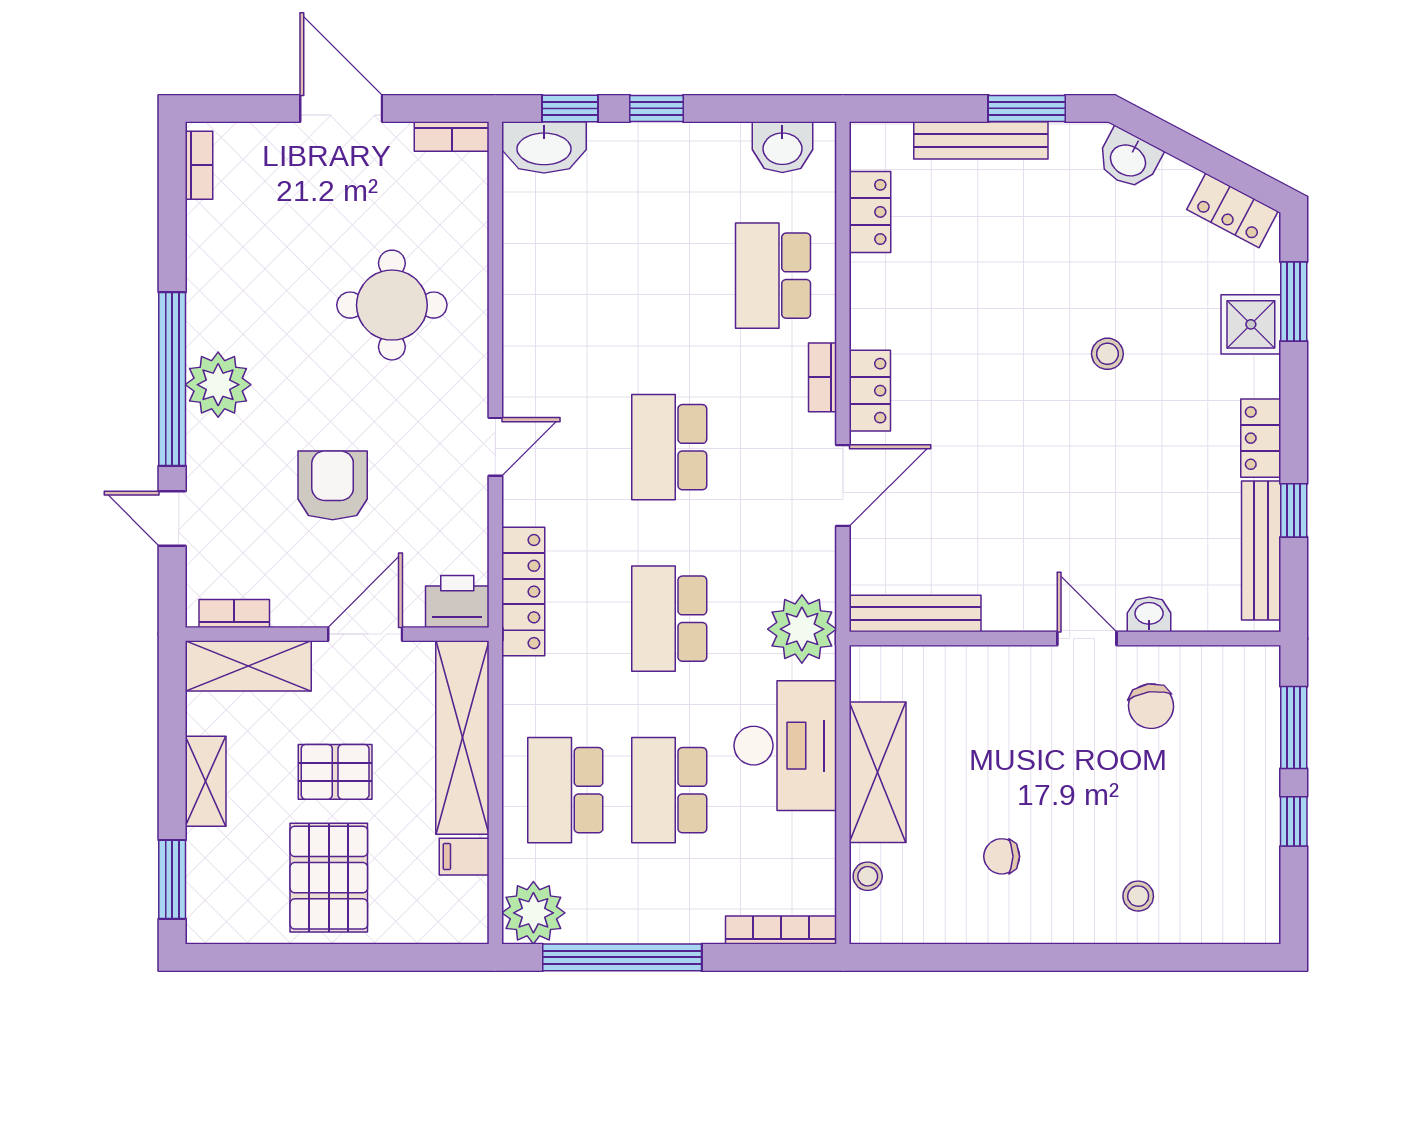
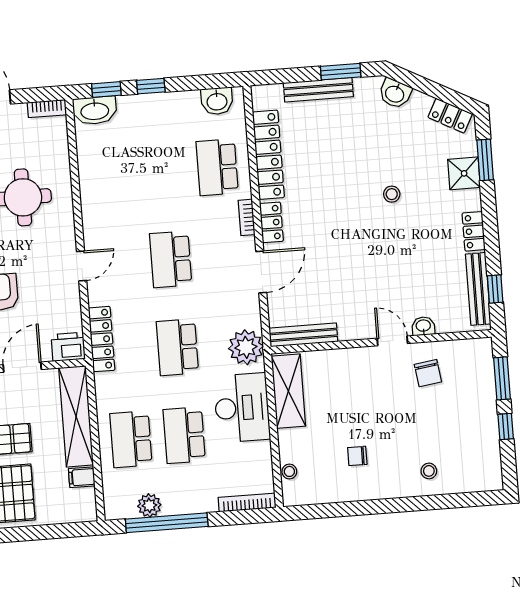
locker: (870, 212) -> (268, 155), width x2.16, depth x1.21
window: (1294, 510) -> (495, 289), moved
shelving: (878, 772) -> (288, 391), moved
plant: (533, 913) -> (149, 505), moved, width x0.73, depth x0.73

